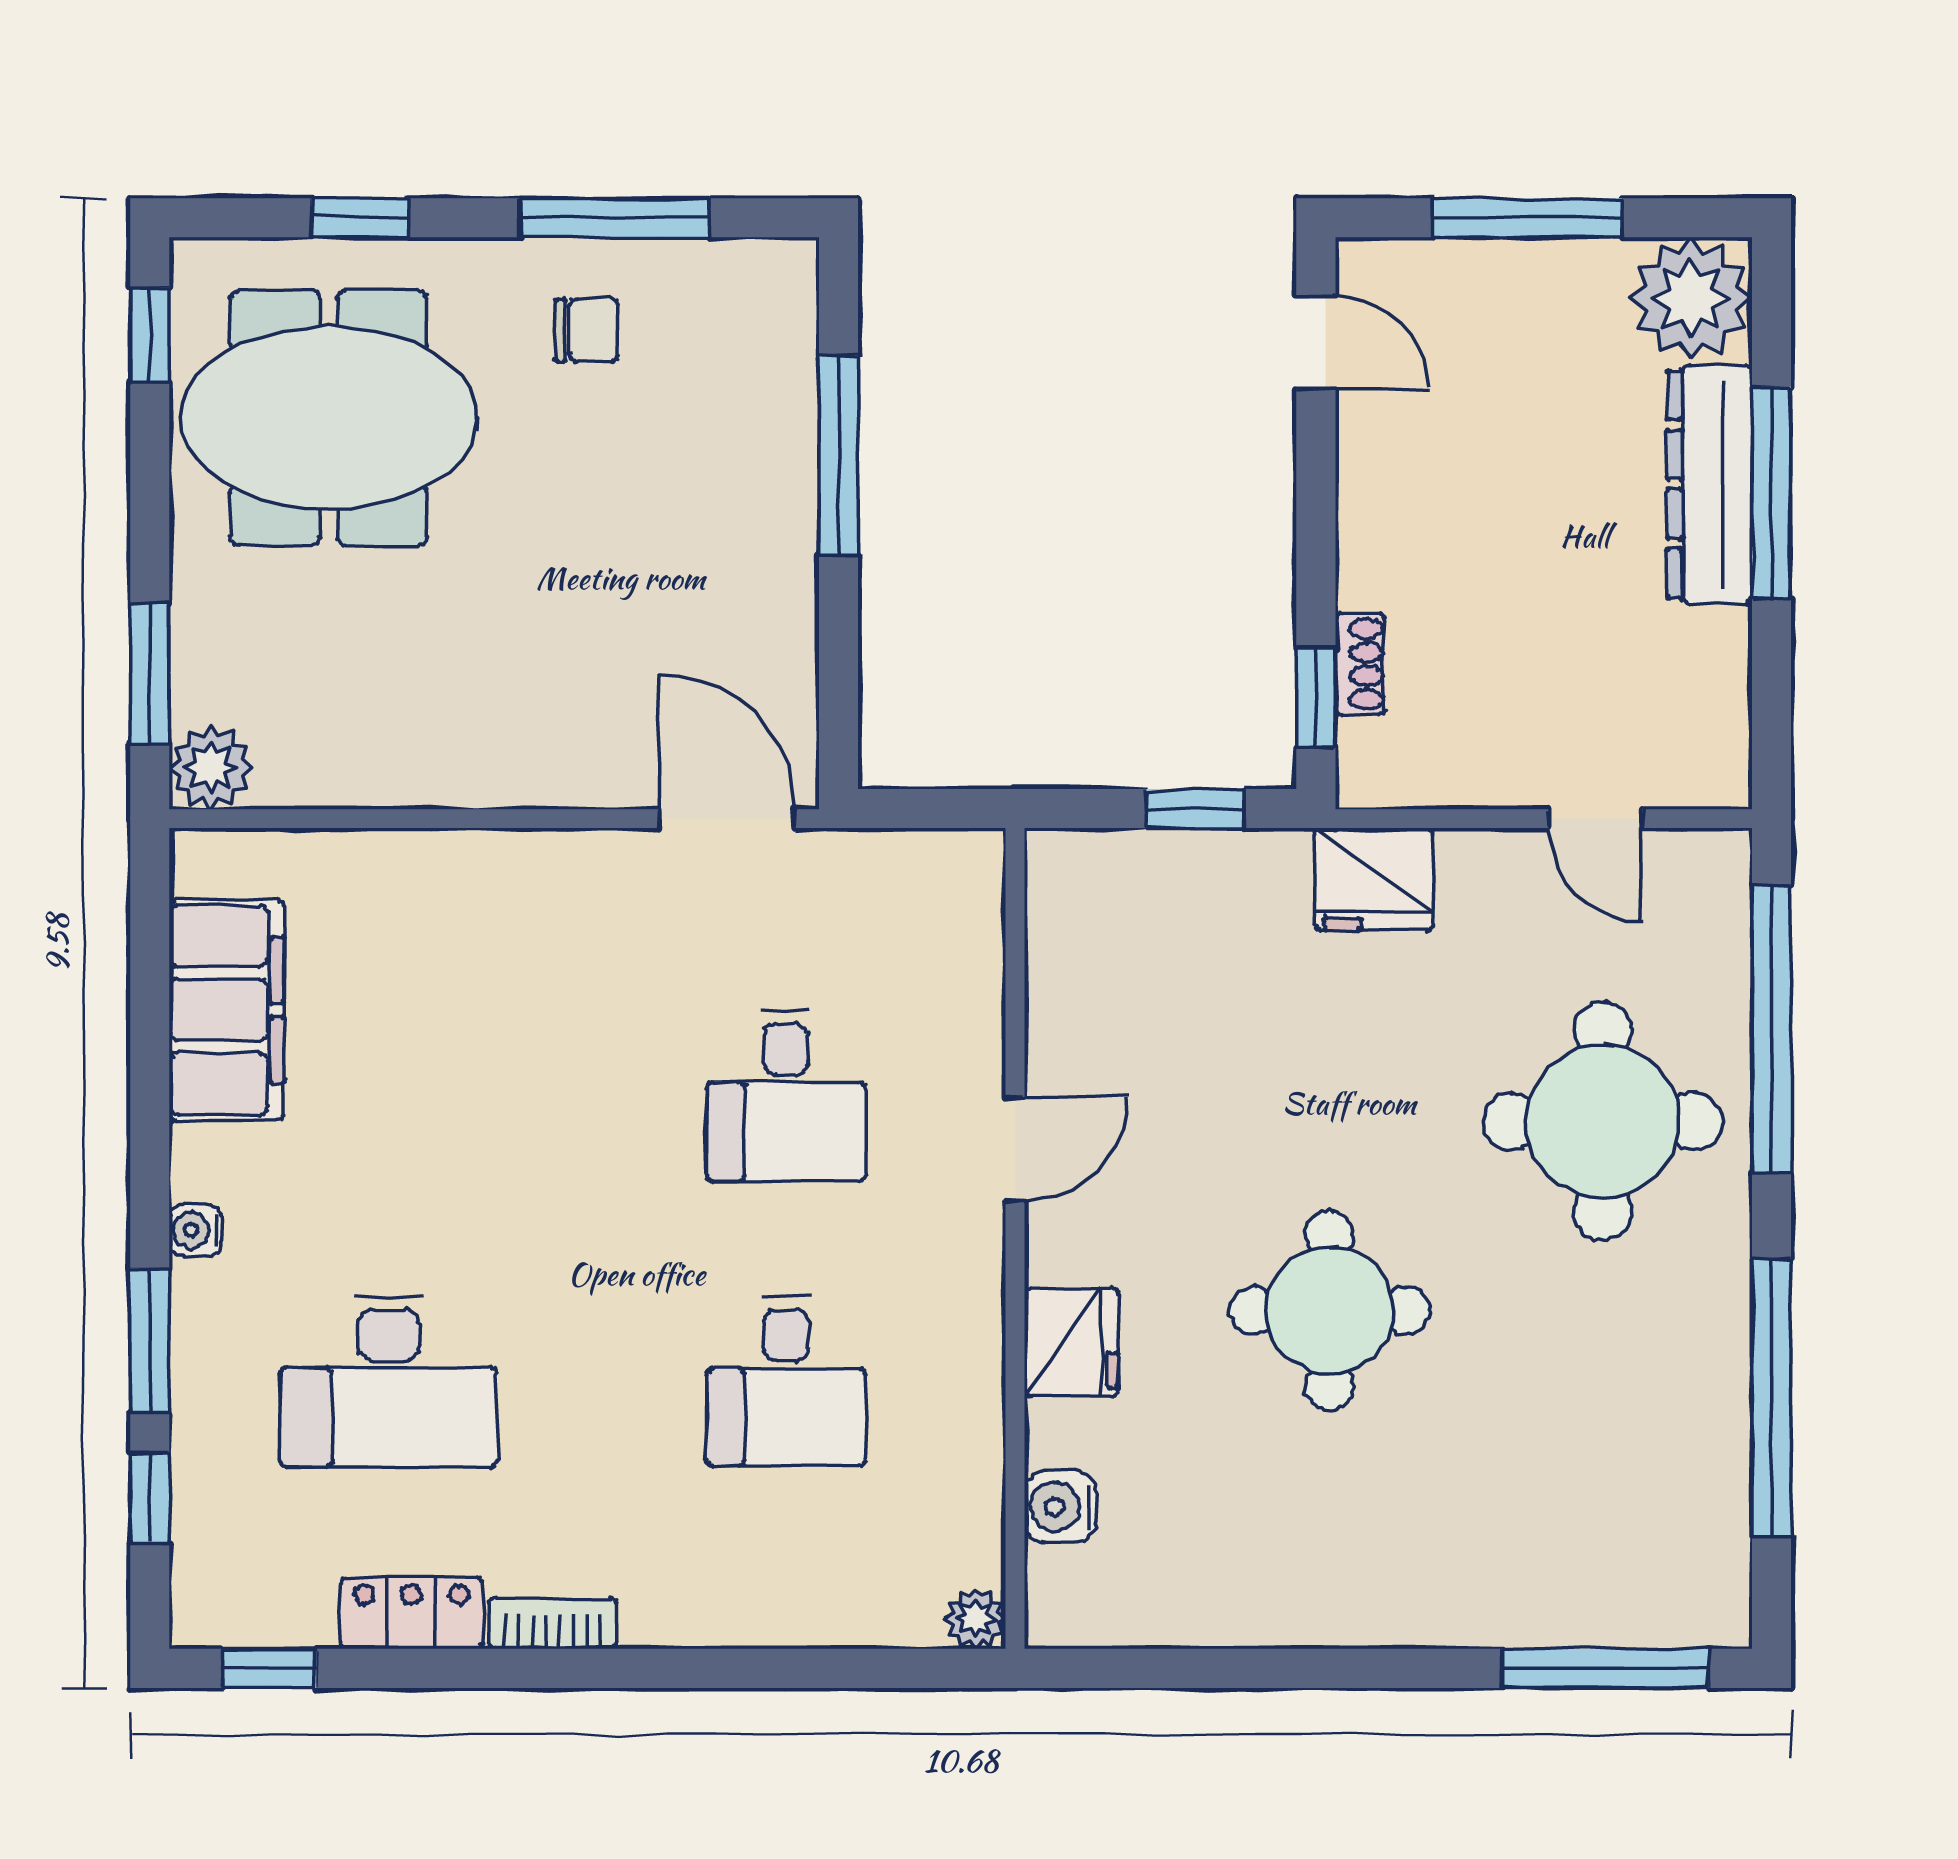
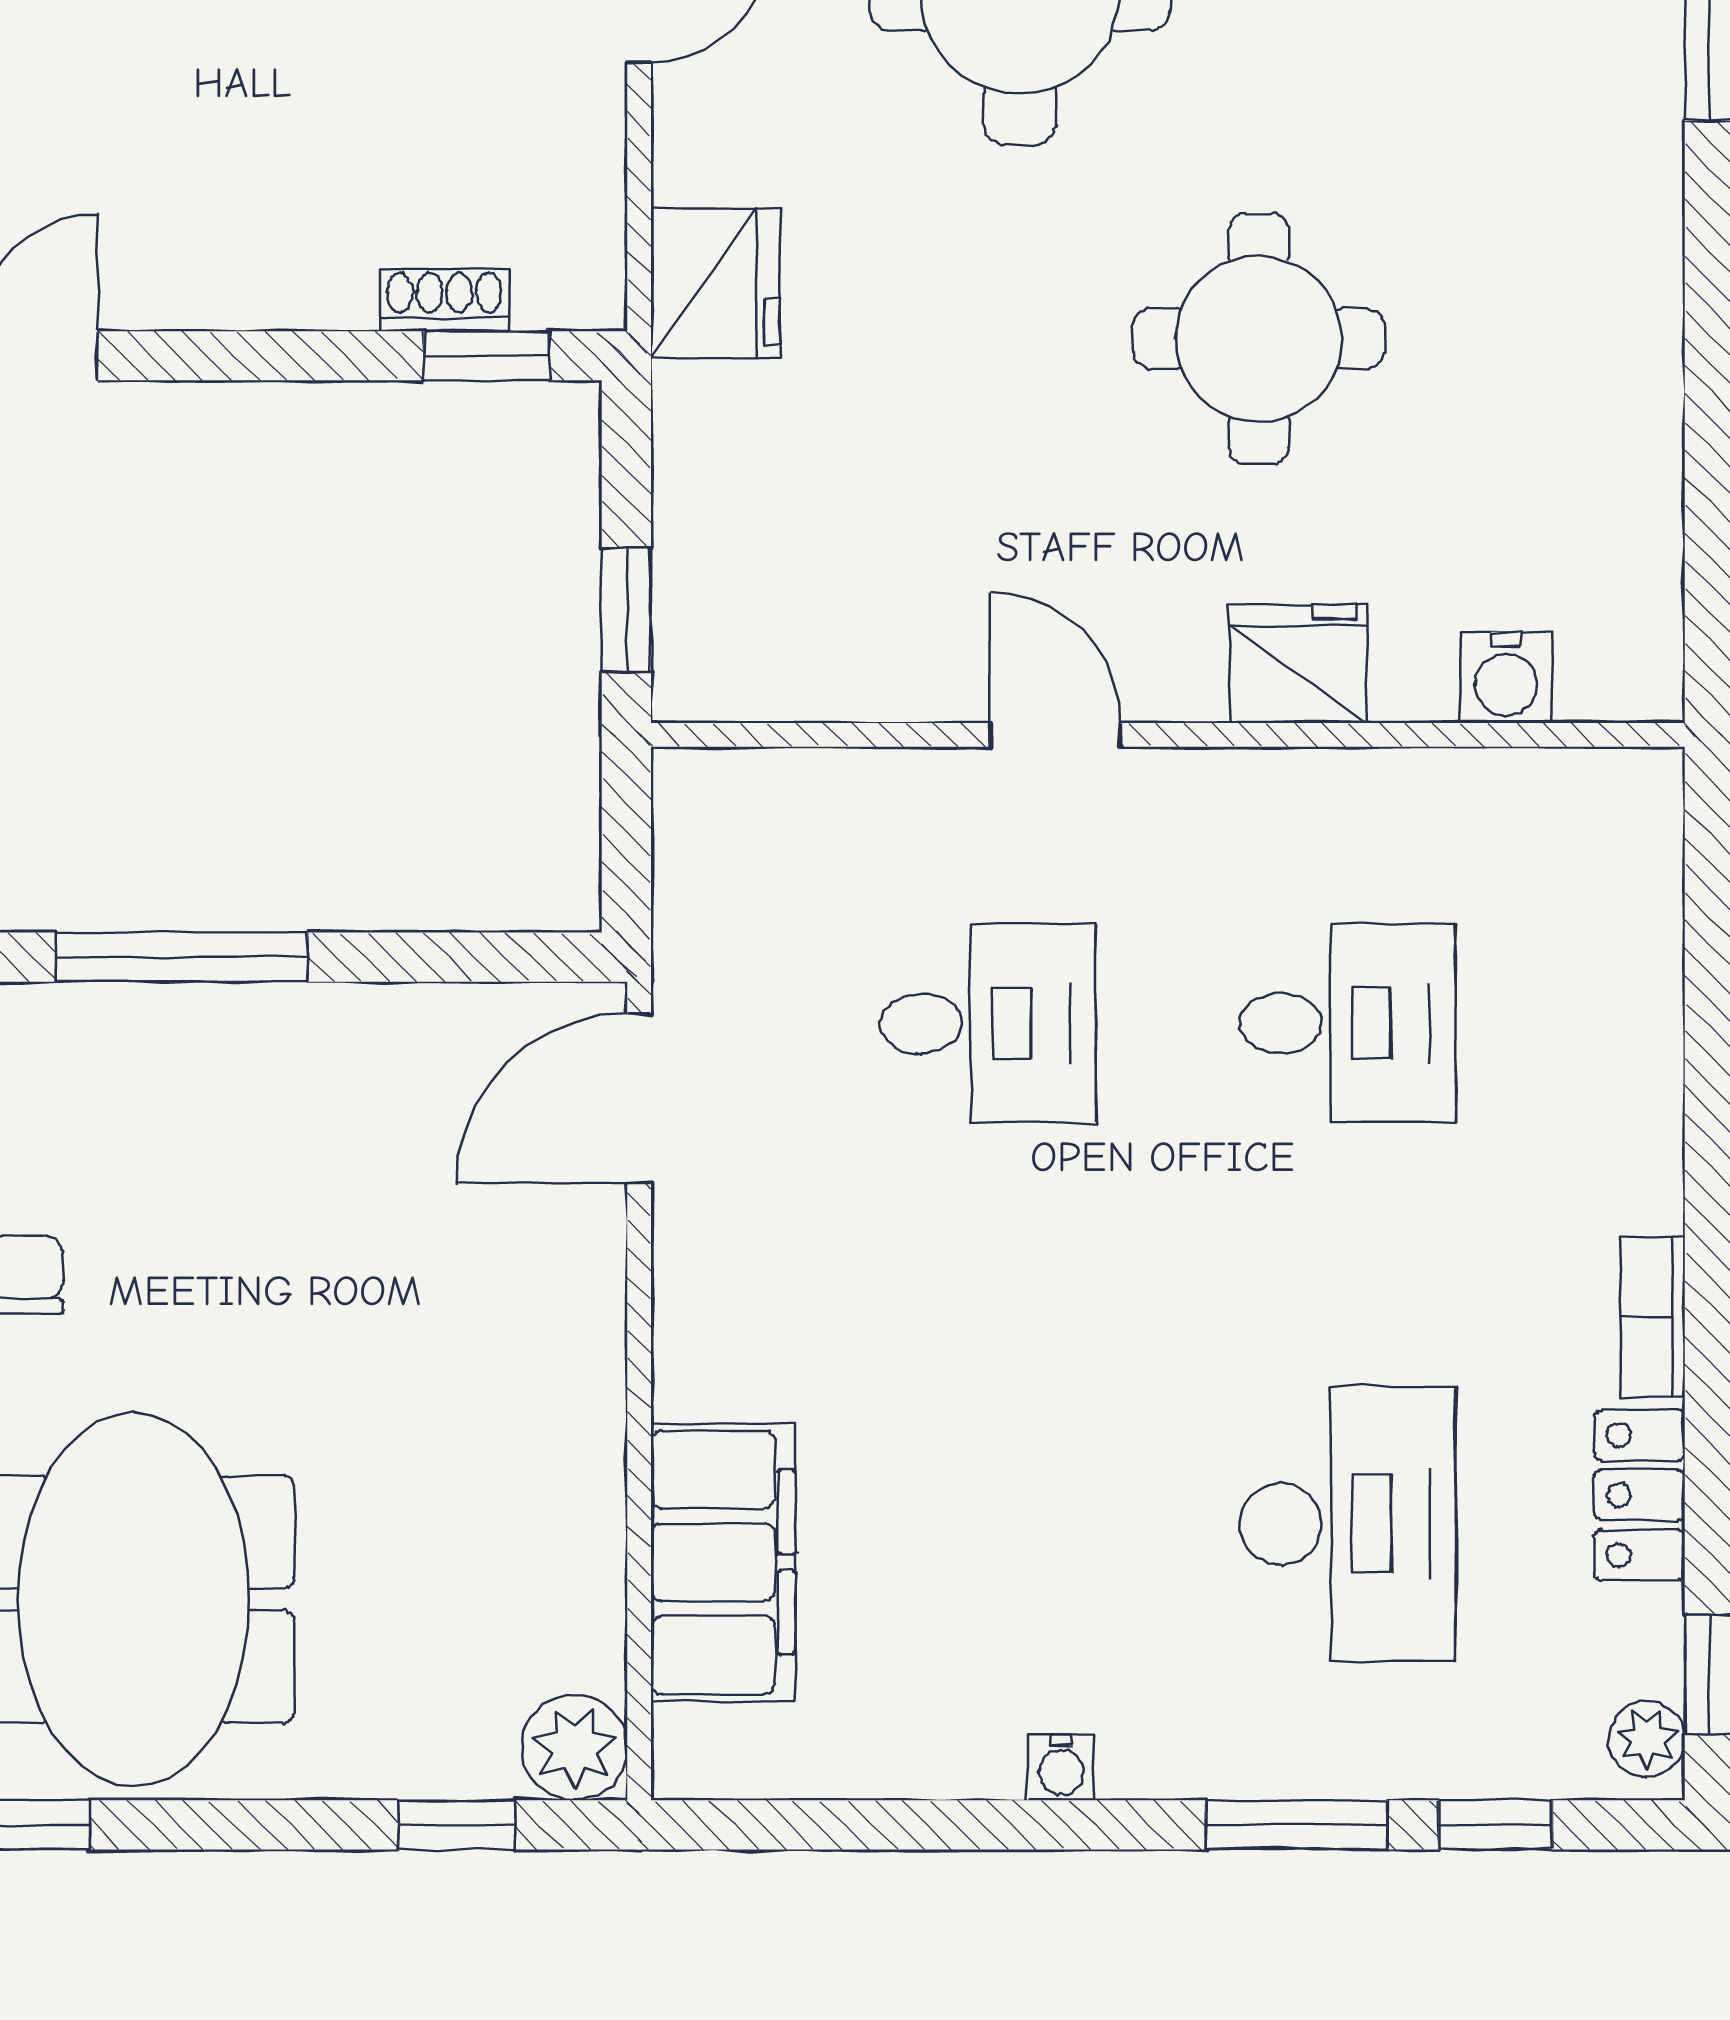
window: (150, 674) -> (456, 1825), width x0.67
window: (1196, 809) -> (626, 610), moved
filing cabinet: (227, 1010) -> (723, 1562), moved, turned 90
water cooler: (195, 1230) -> (1061, 1767), moved
plant: (975, 1619) -> (1647, 1739), moved

